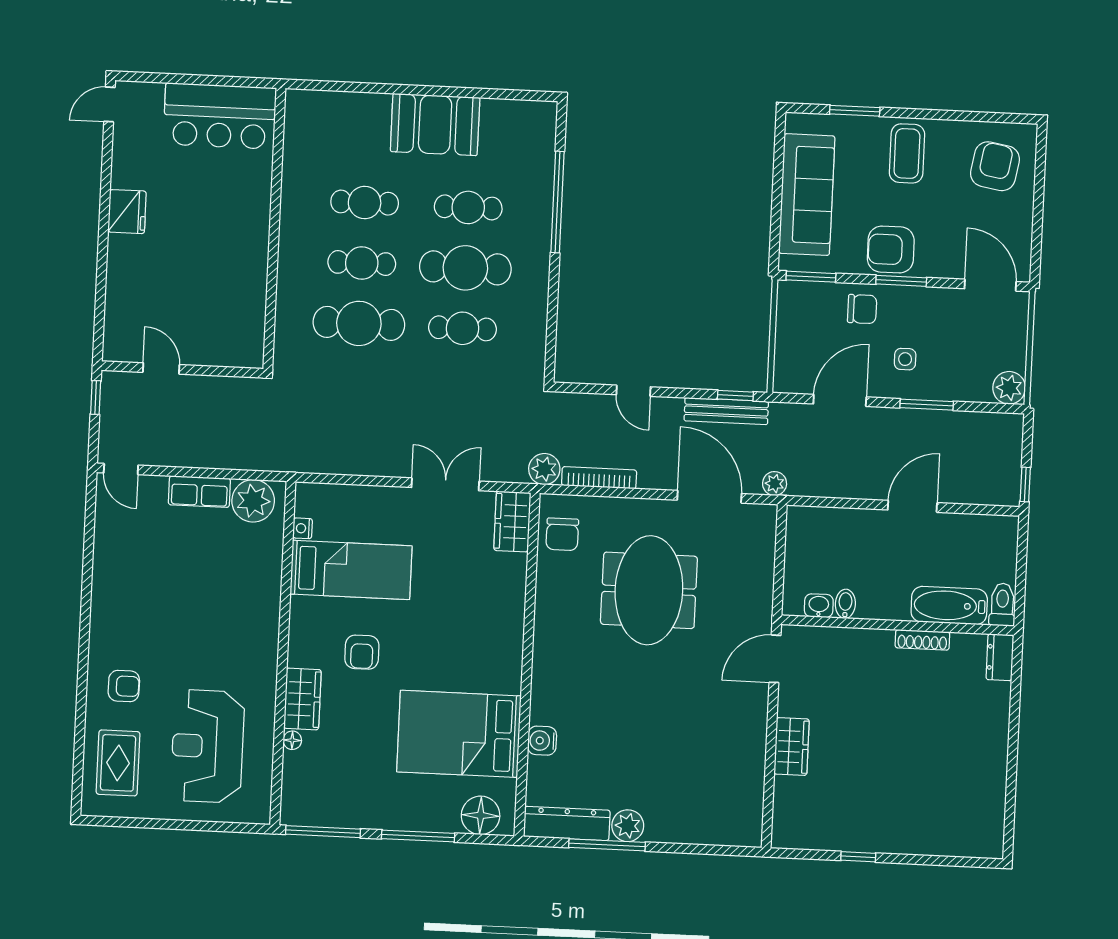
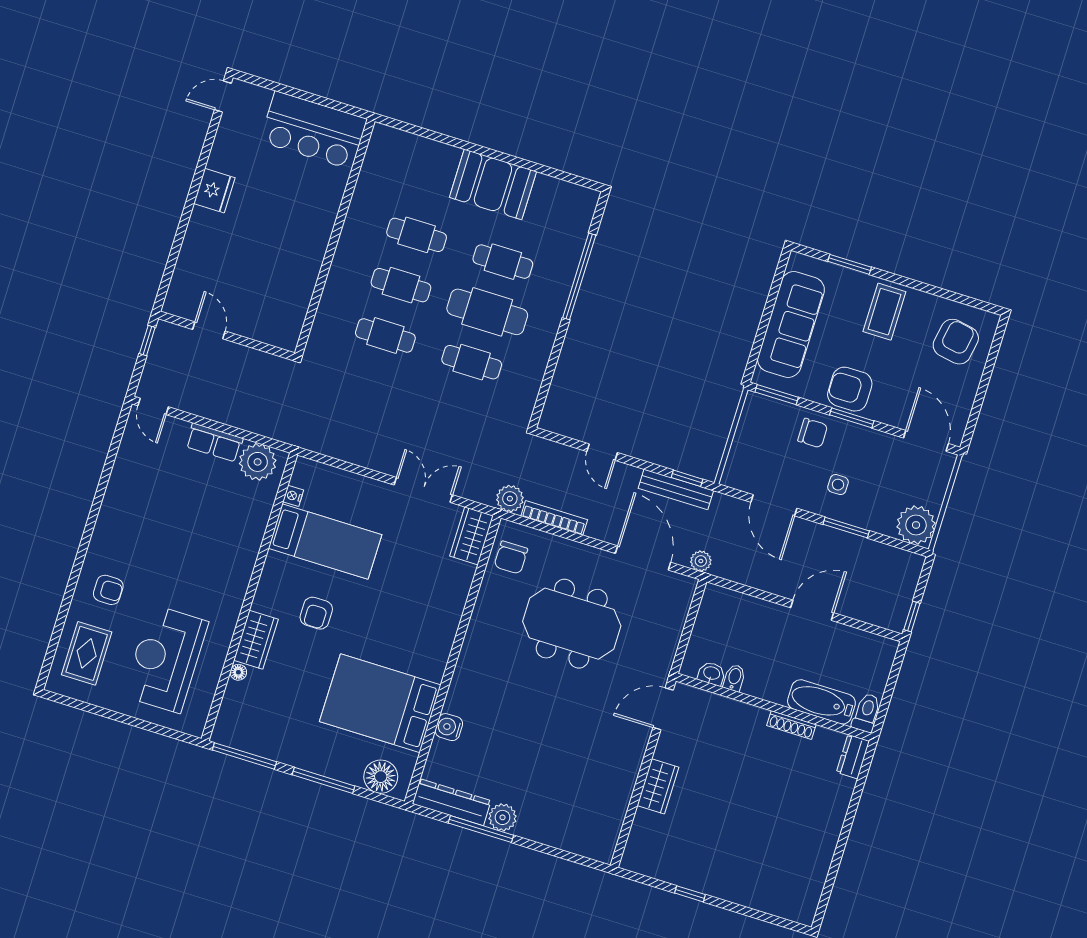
cafe table: (359, 323) -> (385, 335), width x0.73, depth x0.74
plant: (1009, 388) -> (916, 525), width x1.36, depth x1.36
door: (840, 400) -> (774, 505), swing flipped
meeting table: (649, 590) -> (572, 624), turned 90

